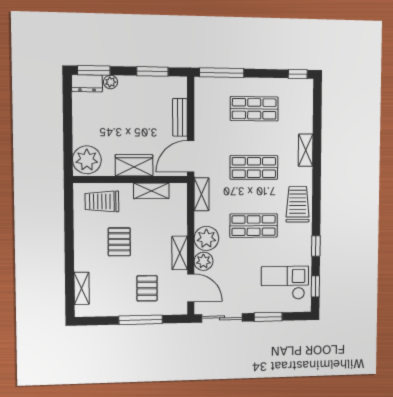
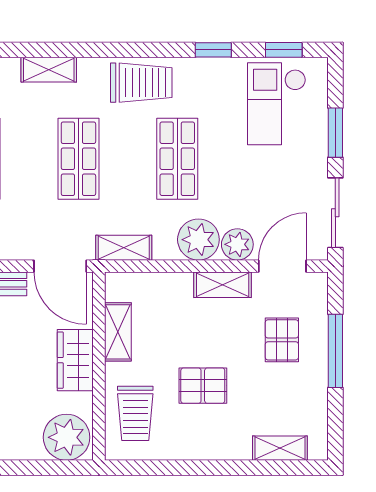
trolley: (298, 204) -> (141, 83), turned 180
pallet: (147, 288) -> (282, 340), turned 90

